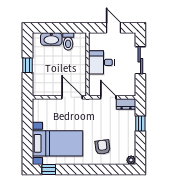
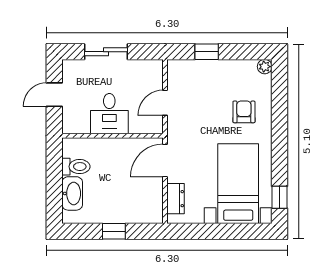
dresser: (126, 104) -> (176, 199), moved
armchair: (103, 147) -> (244, 112), turned 97

